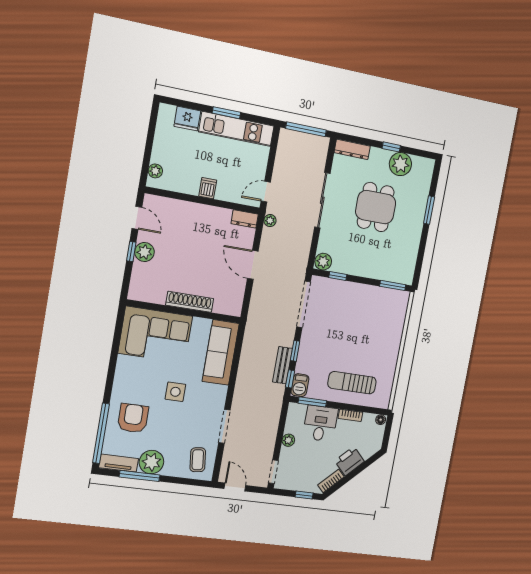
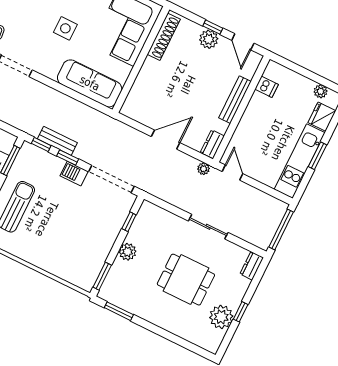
dresser: (352, 149) -> (252, 266), width x0.70
plant: (155, 171) -> (321, 91), moved
dishwasher: (208, 188) -> (267, 87), moved
sliding door: (322, 200) -> (208, 227), width x0.73
bench: (196, 209) -> (235, 100), added
window: (429, 210) -> (119, 311), moved
door: (137, 218) -> (243, 42), hinge flipped
plant: (323, 262) -> (128, 252), moved
shoe rack: (190, 302) -> (164, 37), moved
barbecue: (300, 385) -> (74, 174), moved

